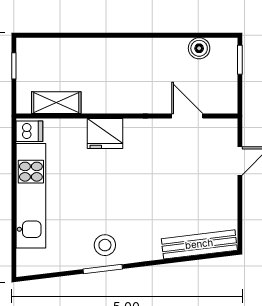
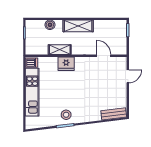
boiler: (199, 48) -> (50, 25), moved
shelving: (131, 51) -> (78, 26), added
shelving: (56, 103) -> (60, 50), moved
bench: (199, 244) -> (114, 114), width x0.73

